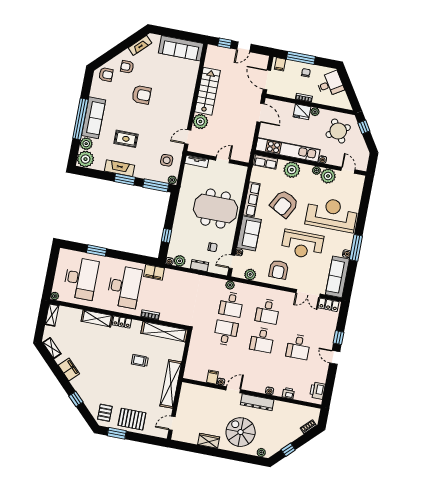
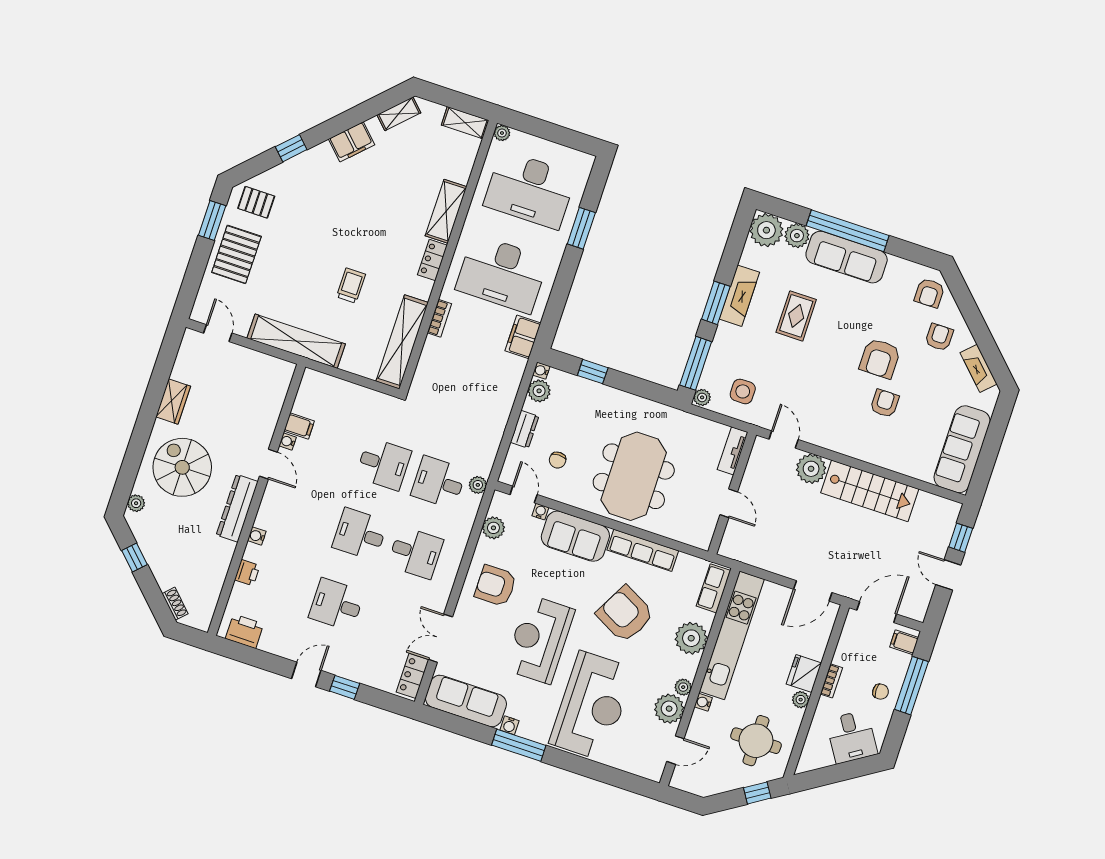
armchair: (163, 89) -> (885, 403), added
round table: (338, 131) -> (756, 741), turned 32
desk: (267, 311) -> (415, 553), turned 180
spiral stairs: (241, 432) -> (182, 467), turned -90

